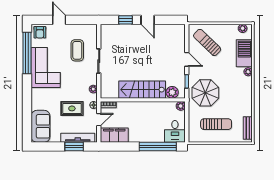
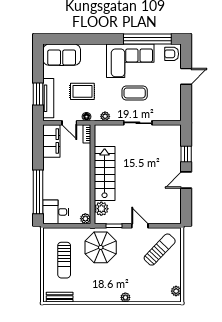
coffee table: (77, 50) -> (135, 93), moved
barbecue: (244, 53) -> (147, 293), removed
door: (187, 59) -> (140, 226), swing flipped
rug: (72, 108) -> (82, 91), turned 90

